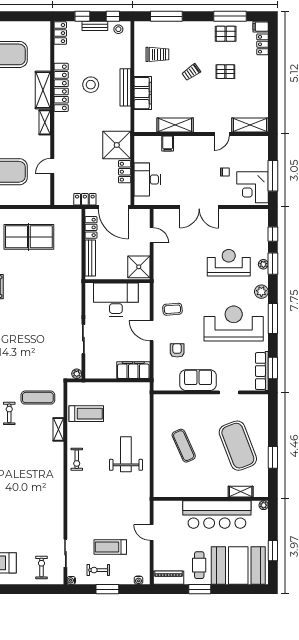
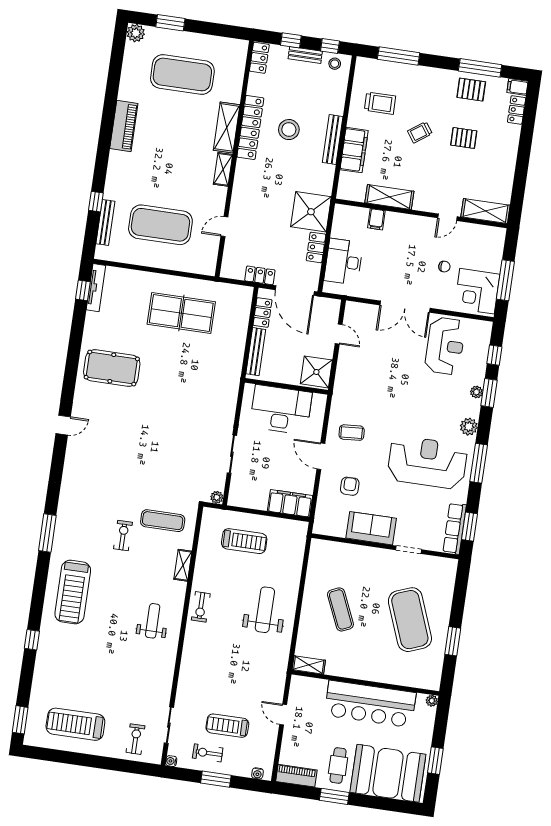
reception desk: (229, 263) -> (445, 346), moved, turned 90
treadmill: (86, 414) -> (244, 541), moved
weight bench: (41, 475) -> (153, 621), added
shelving: (241, 492) -> (309, 665), moved

